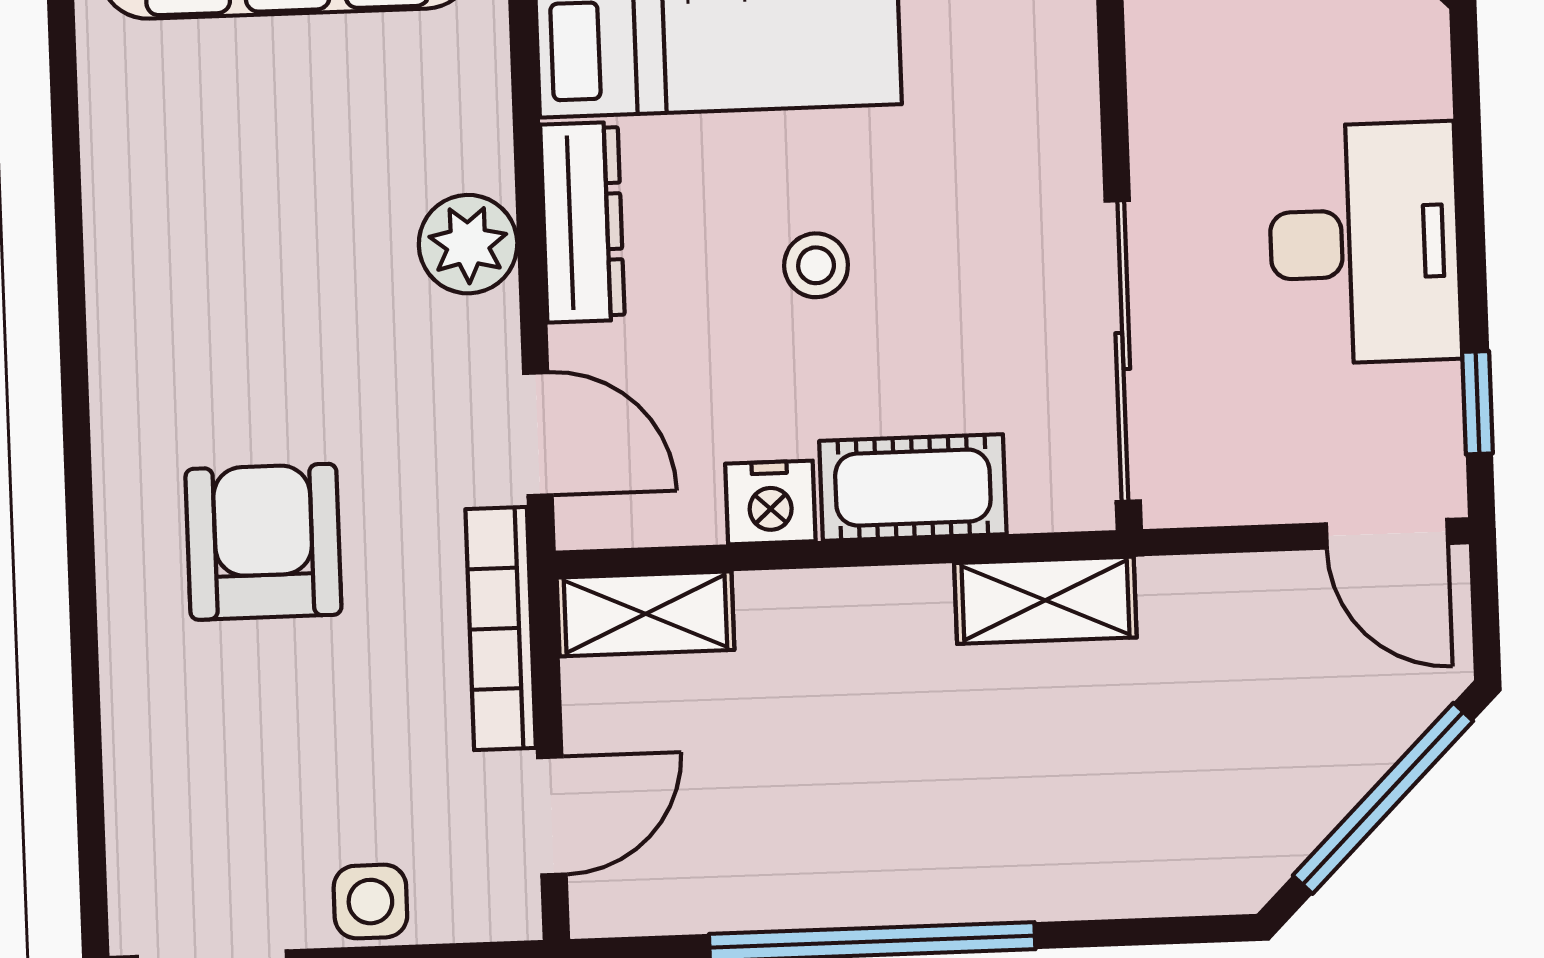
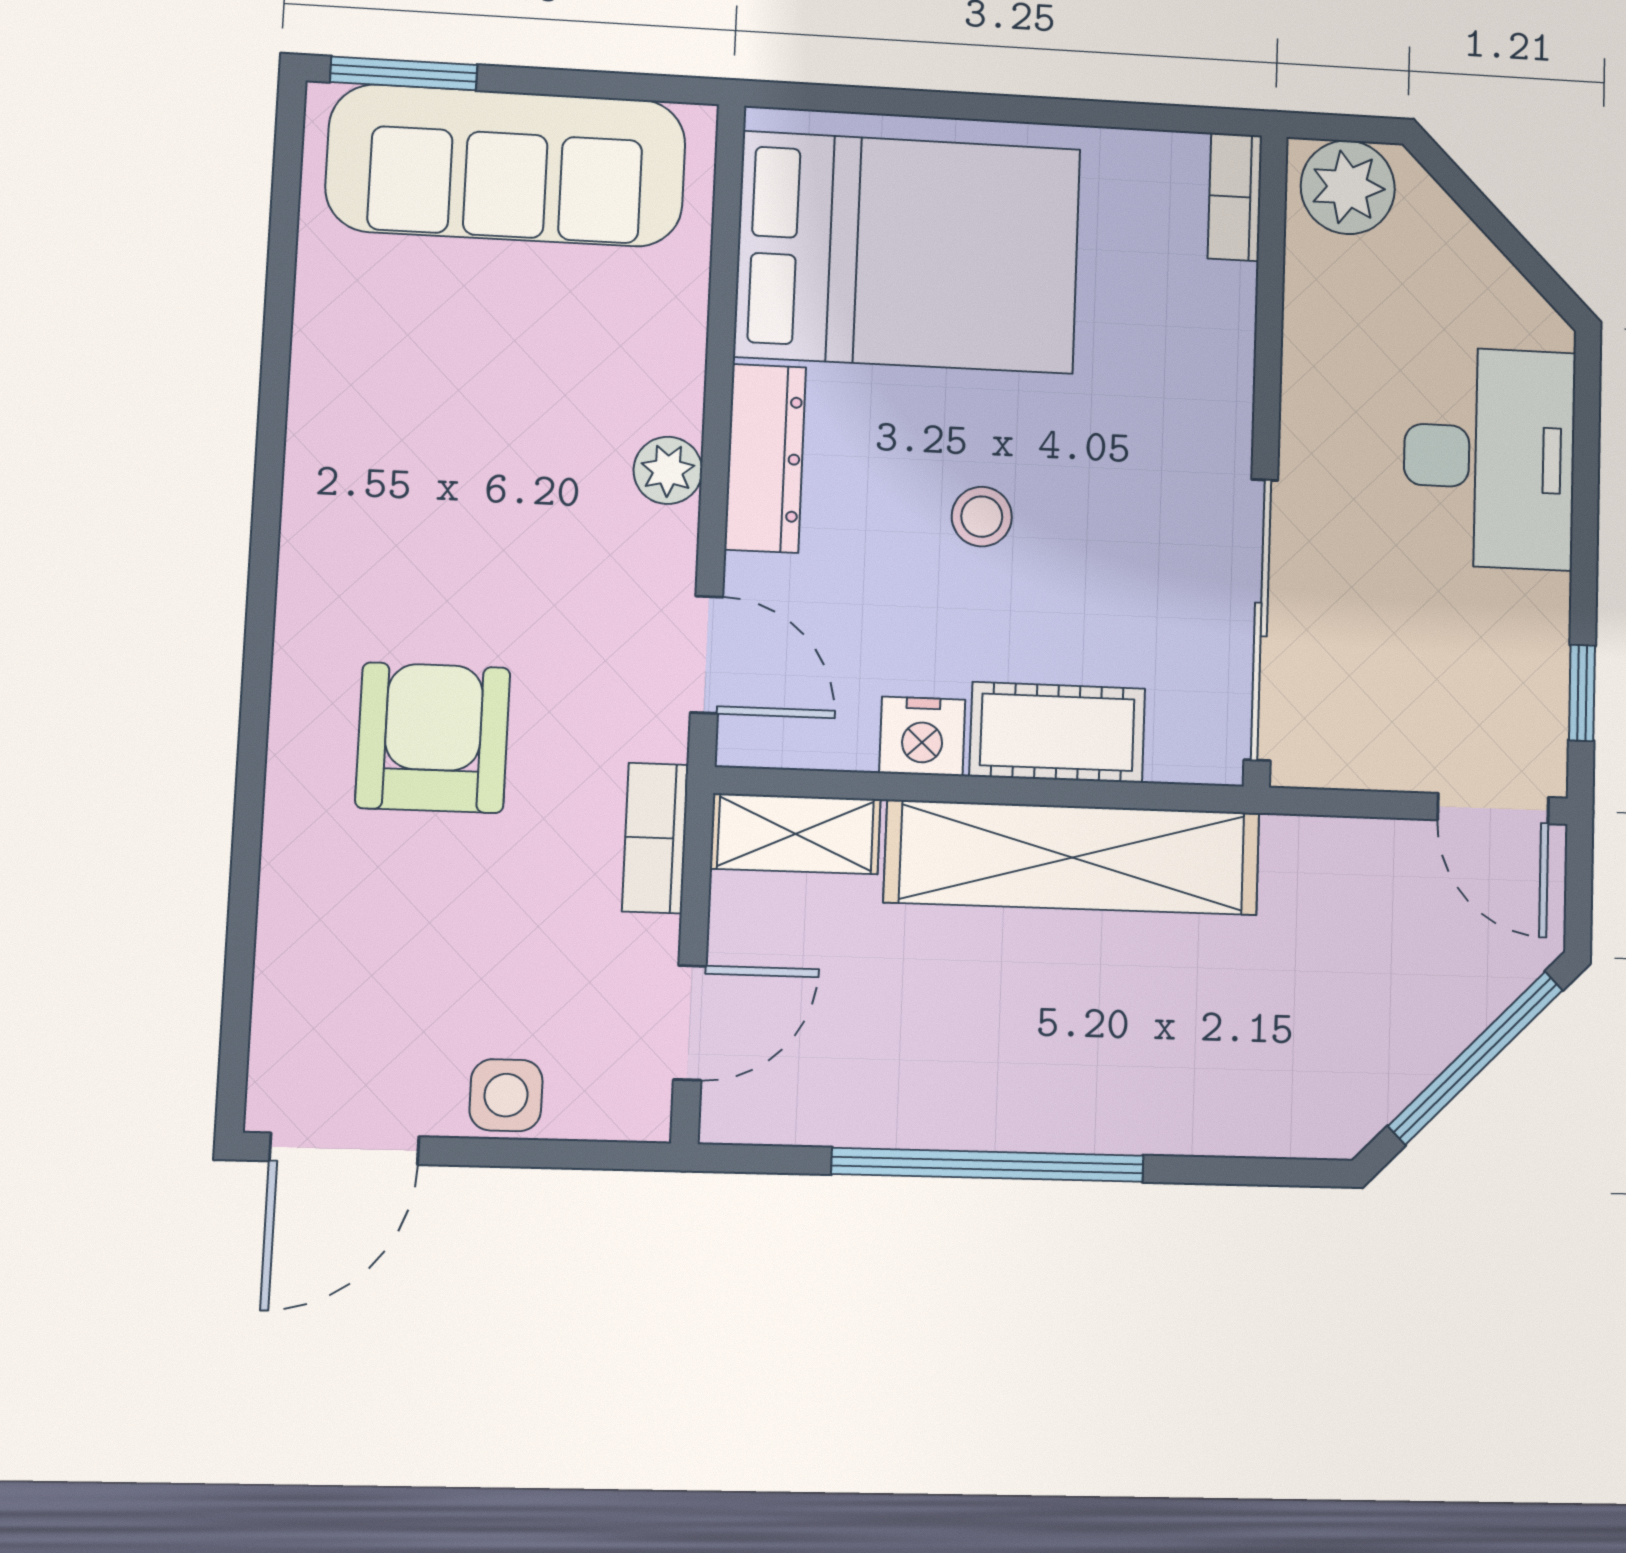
desk: (1364, 243) -> (1489, 458), moved
plant: (468, 244) -> (668, 470), width x0.73, depth x0.73
shelving: (1045, 600) -> (1072, 857), width x2.20, depth x1.33
bookcase: (501, 629) -> (655, 838), width x0.64

